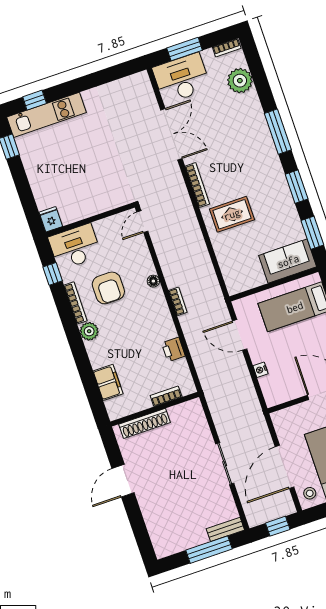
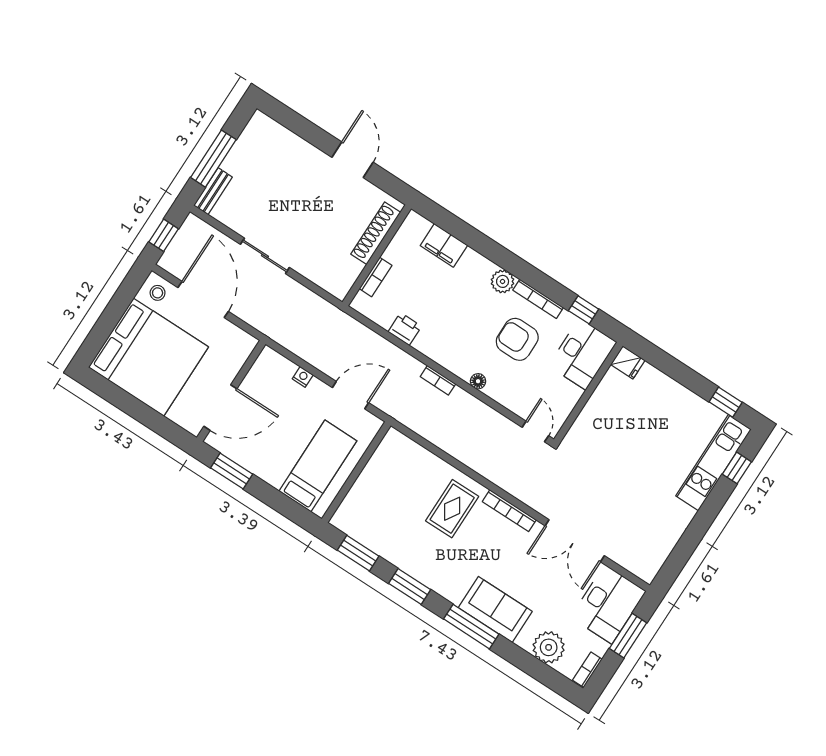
sofa: (288, 261) -> (495, 609), moved, turned -90

